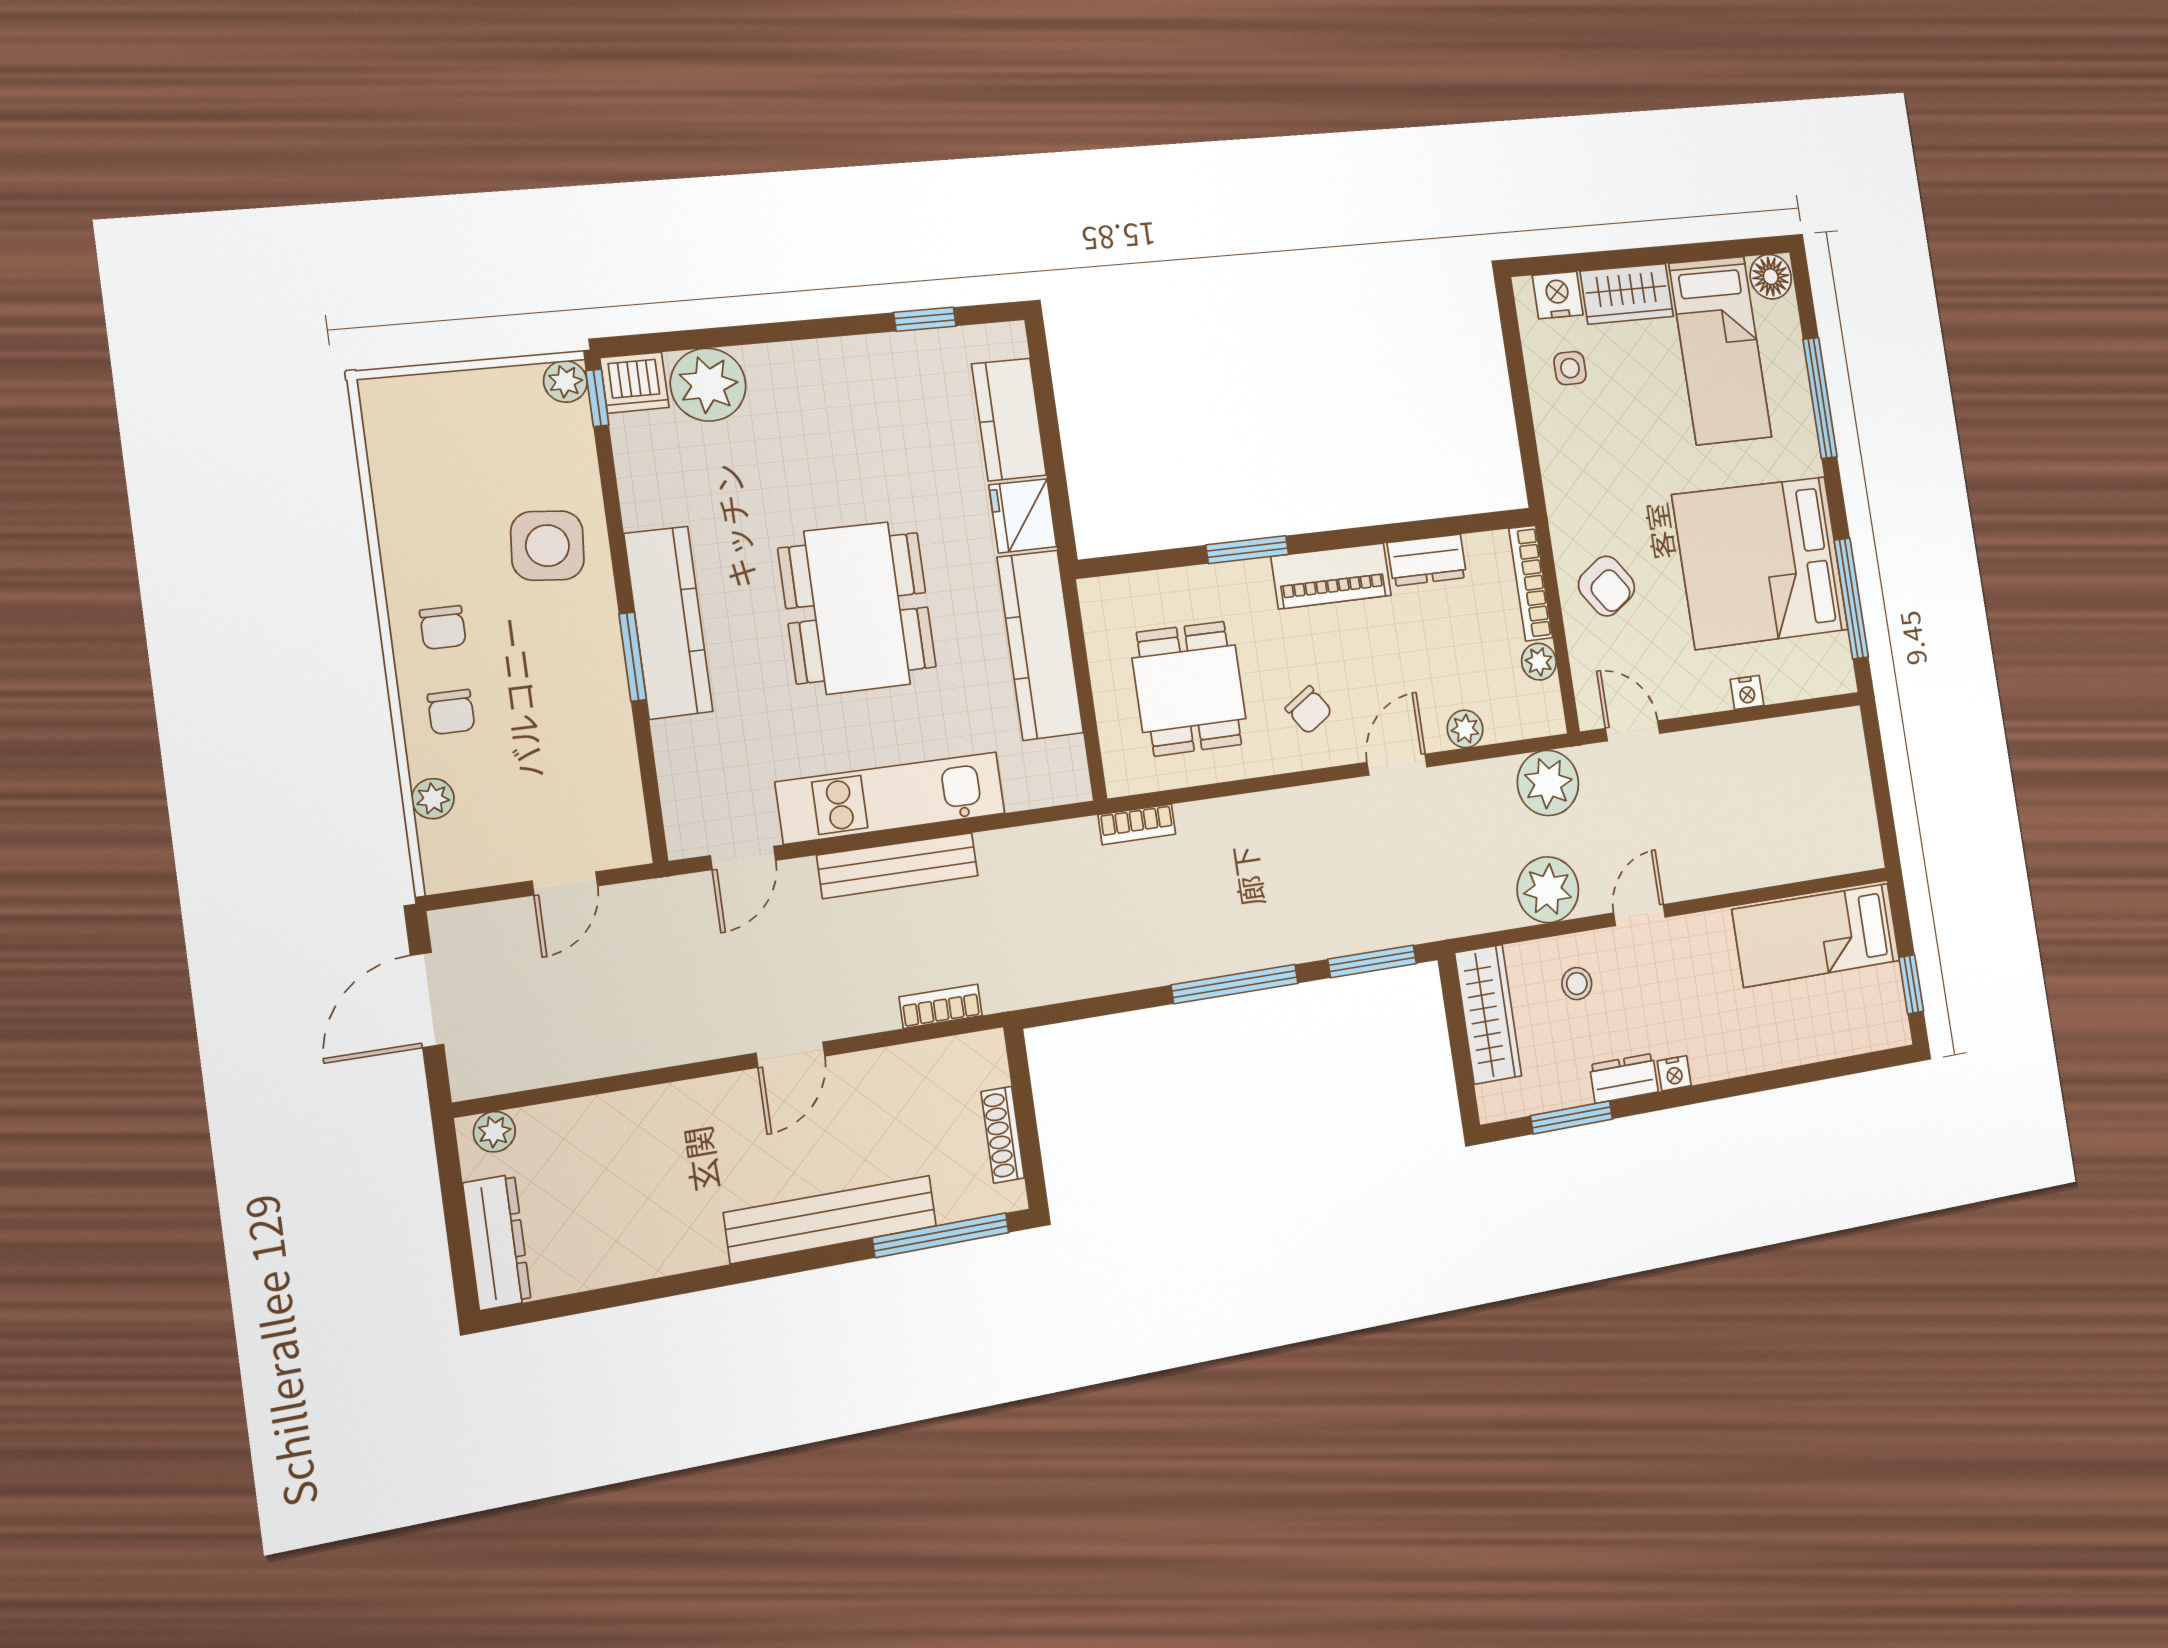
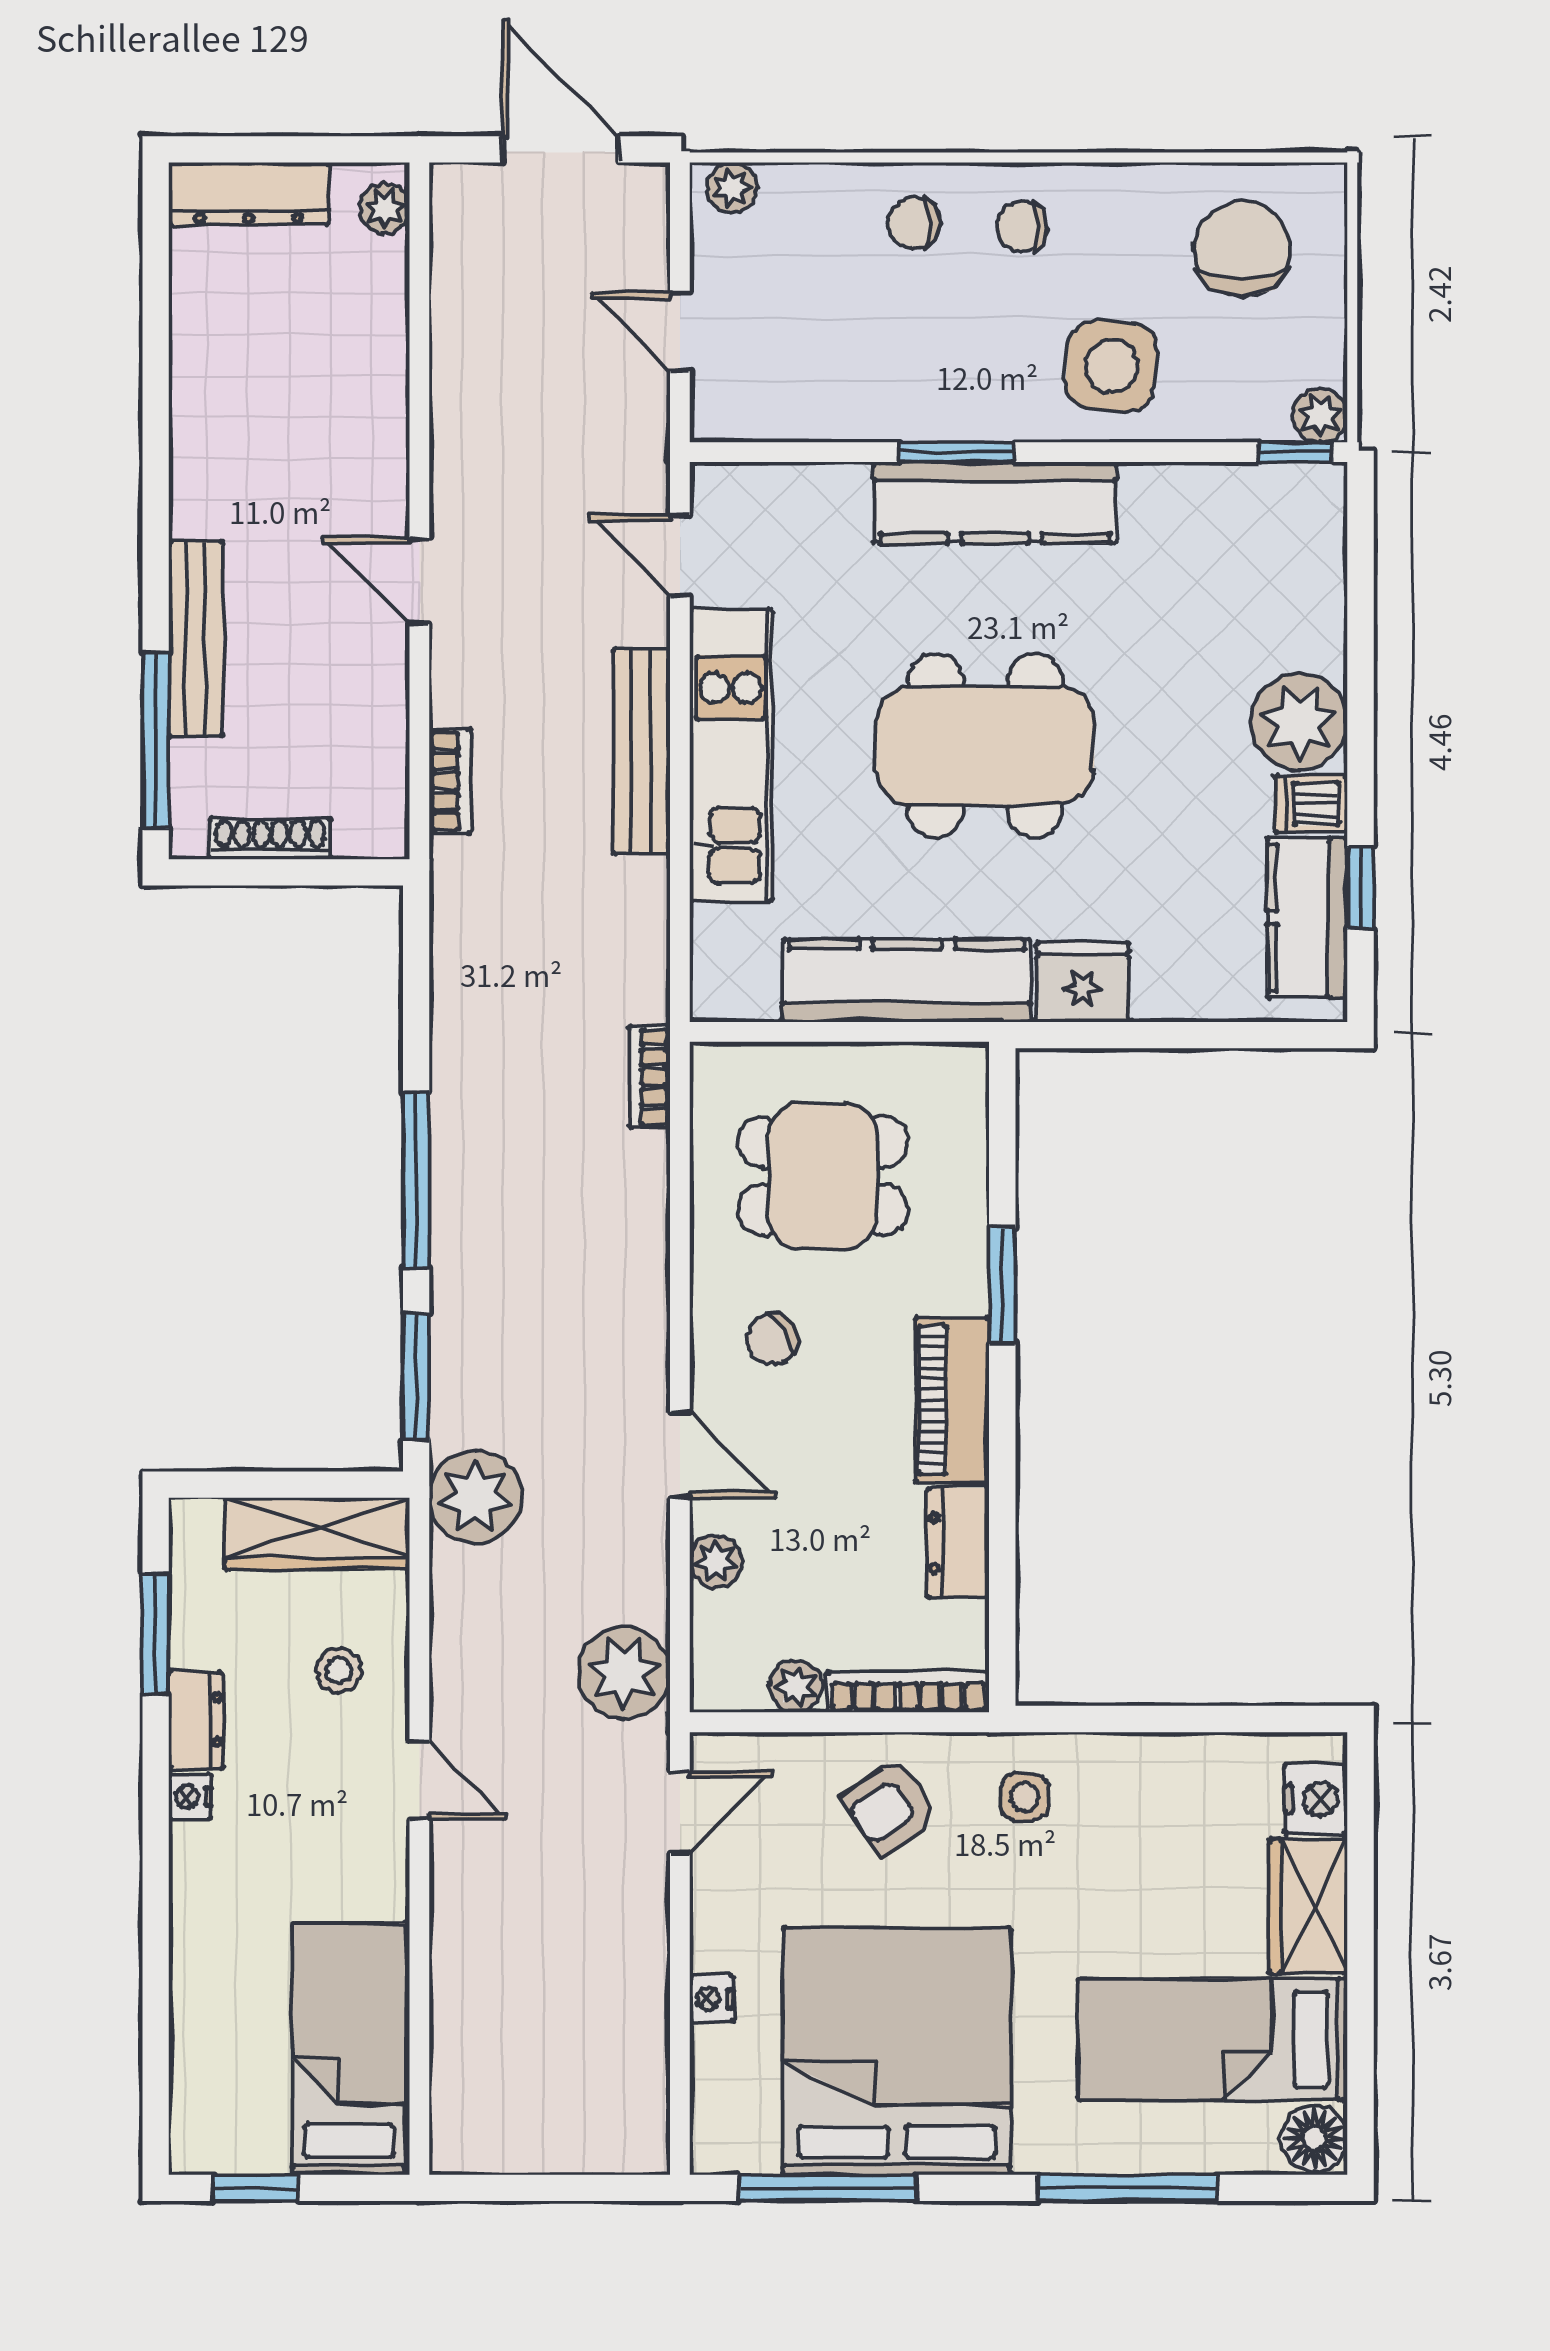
side table: (1570, 368) -> (1024, 1797), moved
dishwasher: (634, 383) -> (1311, 804), moved, width x0.73
plant: (708, 385) -> (1299, 722), moved
kitchen counter: (1009, 420) -> (1307, 918), moved, turned -90
chair: (439, 454) -> (1242, 249), added
plant: (433, 799) -> (732, 188), moved
plant: (1548, 890) -> (475, 1497), moved
bench: (831, 1219) -> (196, 639), width x0.73, depth x0.82

